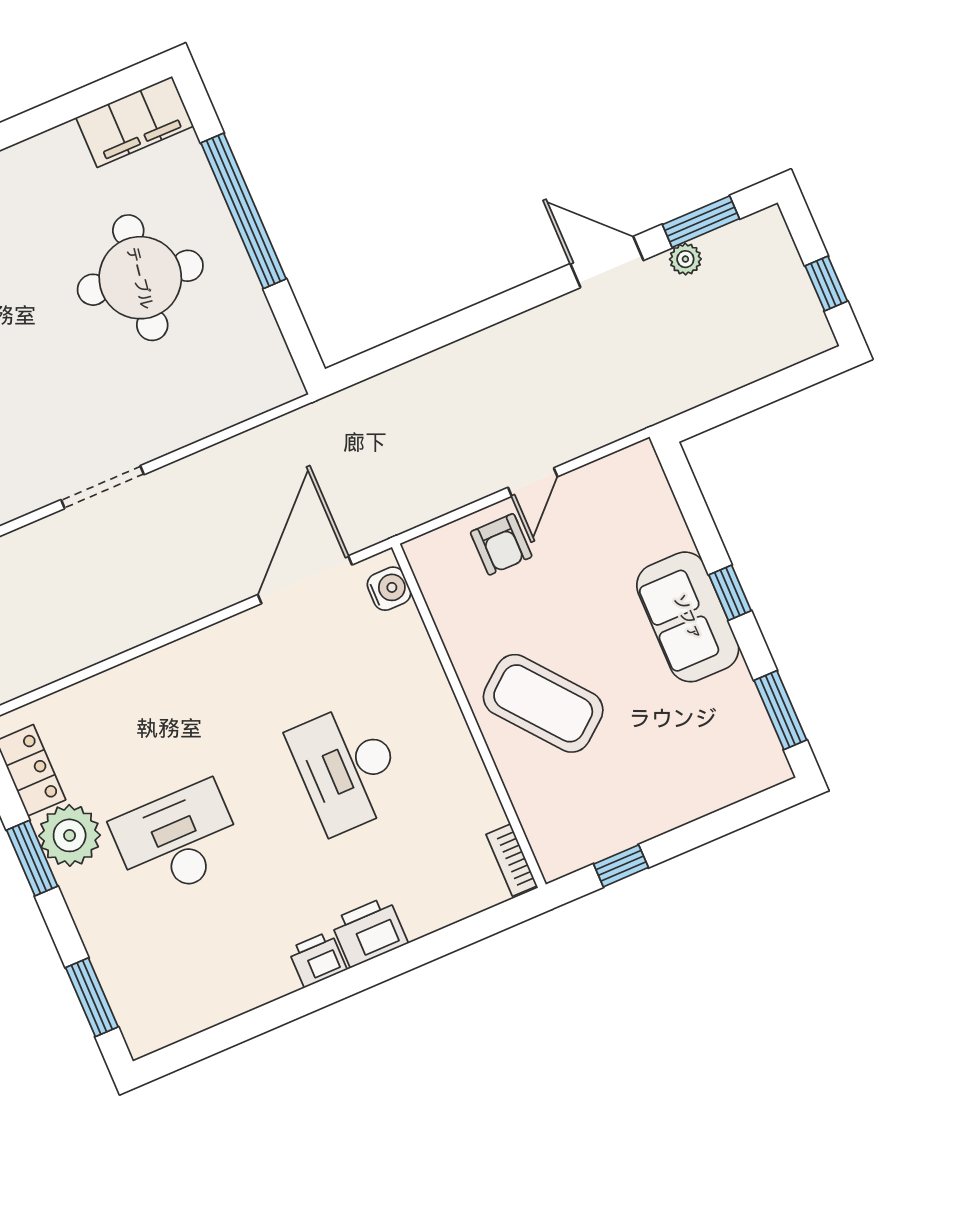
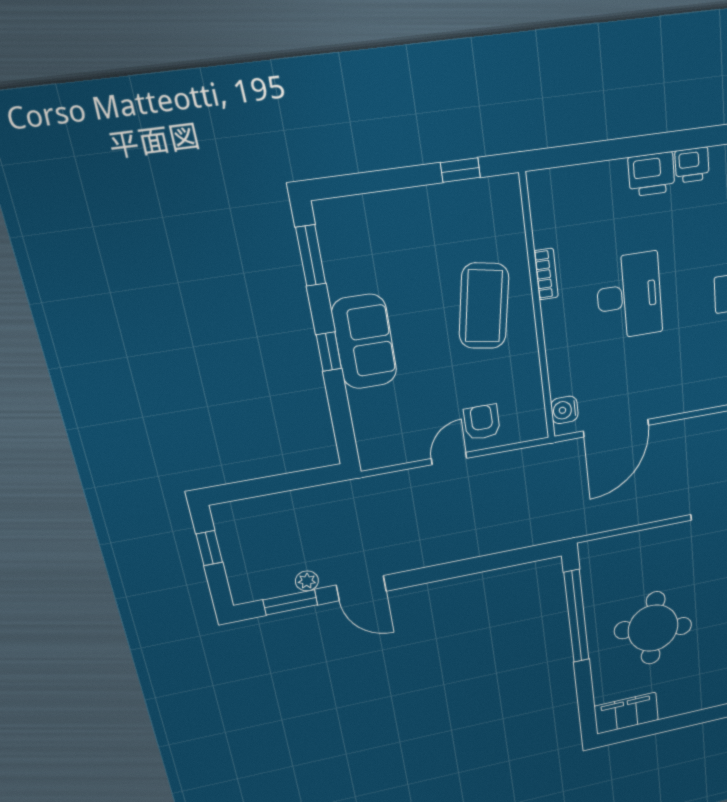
window: (244, 211) -> (577, 616), moved
coffee table: (543, 703) -> (484, 306), turned 49
bookcase: (512, 860) -> (546, 274), moved

